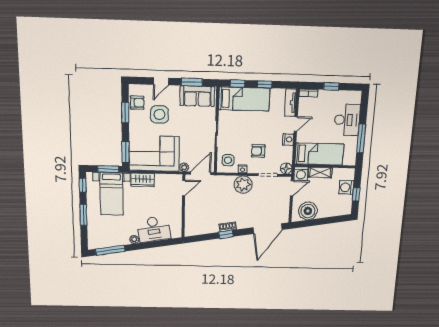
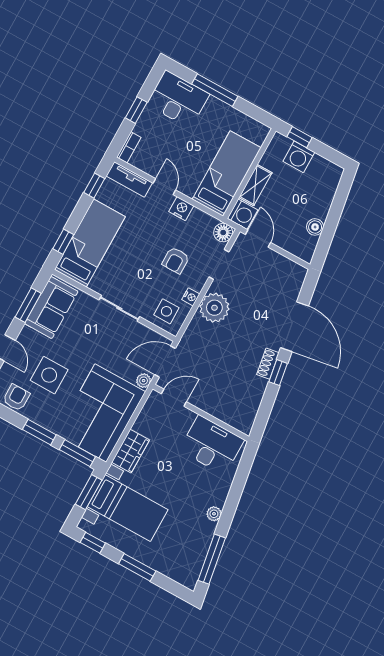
window: (265, 84) -> (94, 186), moved
window: (125, 113) -> (39, 432), moved
desk: (347, 120) -> (178, 99), moved
window: (361, 139) -> (215, 90), moved
door: (201, 173) -> (165, 361), hinge flipped
door: (184, 188) -> (174, 398), hinge flipped
window: (356, 194) -> (299, 137), moved
boiler: (308, 211) -> (315, 227), width x0.54, depth x0.54
desk: (154, 229) -> (212, 445), moved, turned -81
door: (267, 229) -> (294, 327), moved

